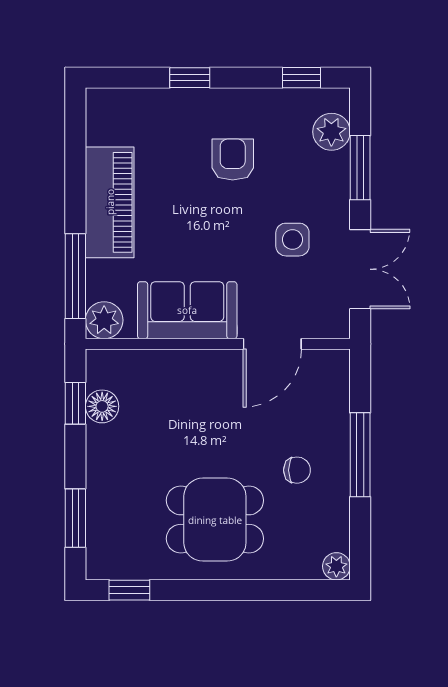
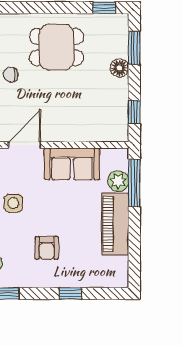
plant: (104, 320) -> (118, 181), moved
floor lamp: (102, 406) -> (119, 68), moved

